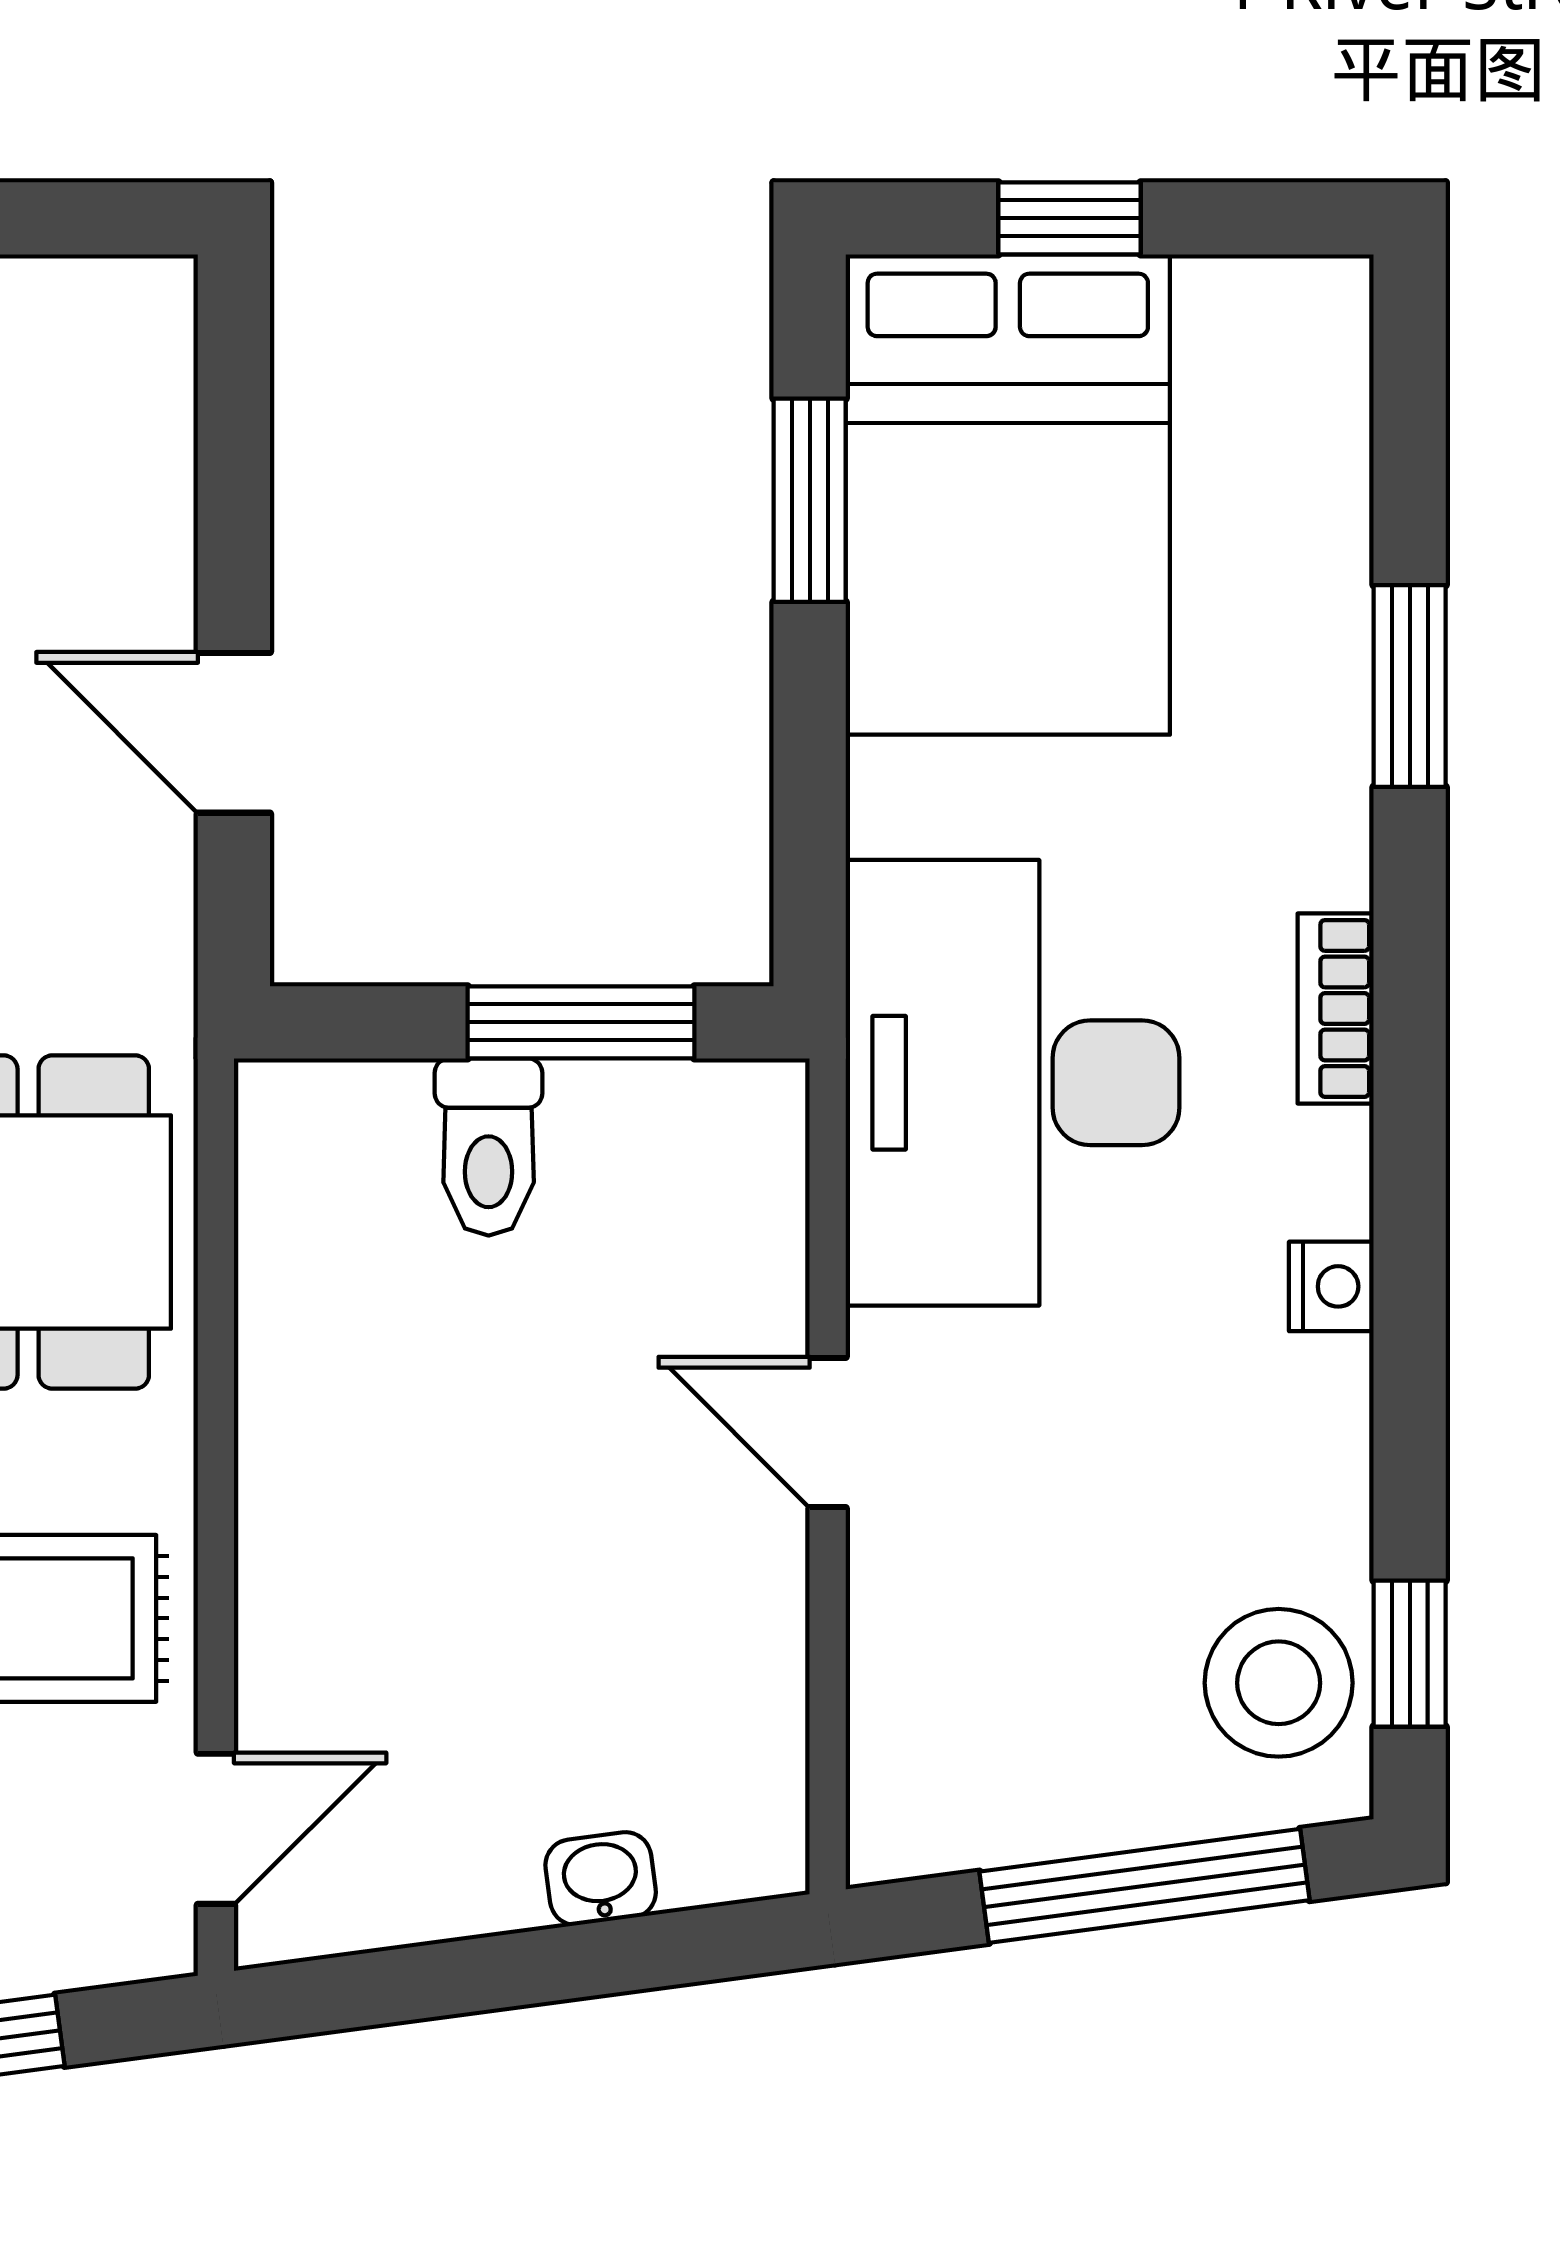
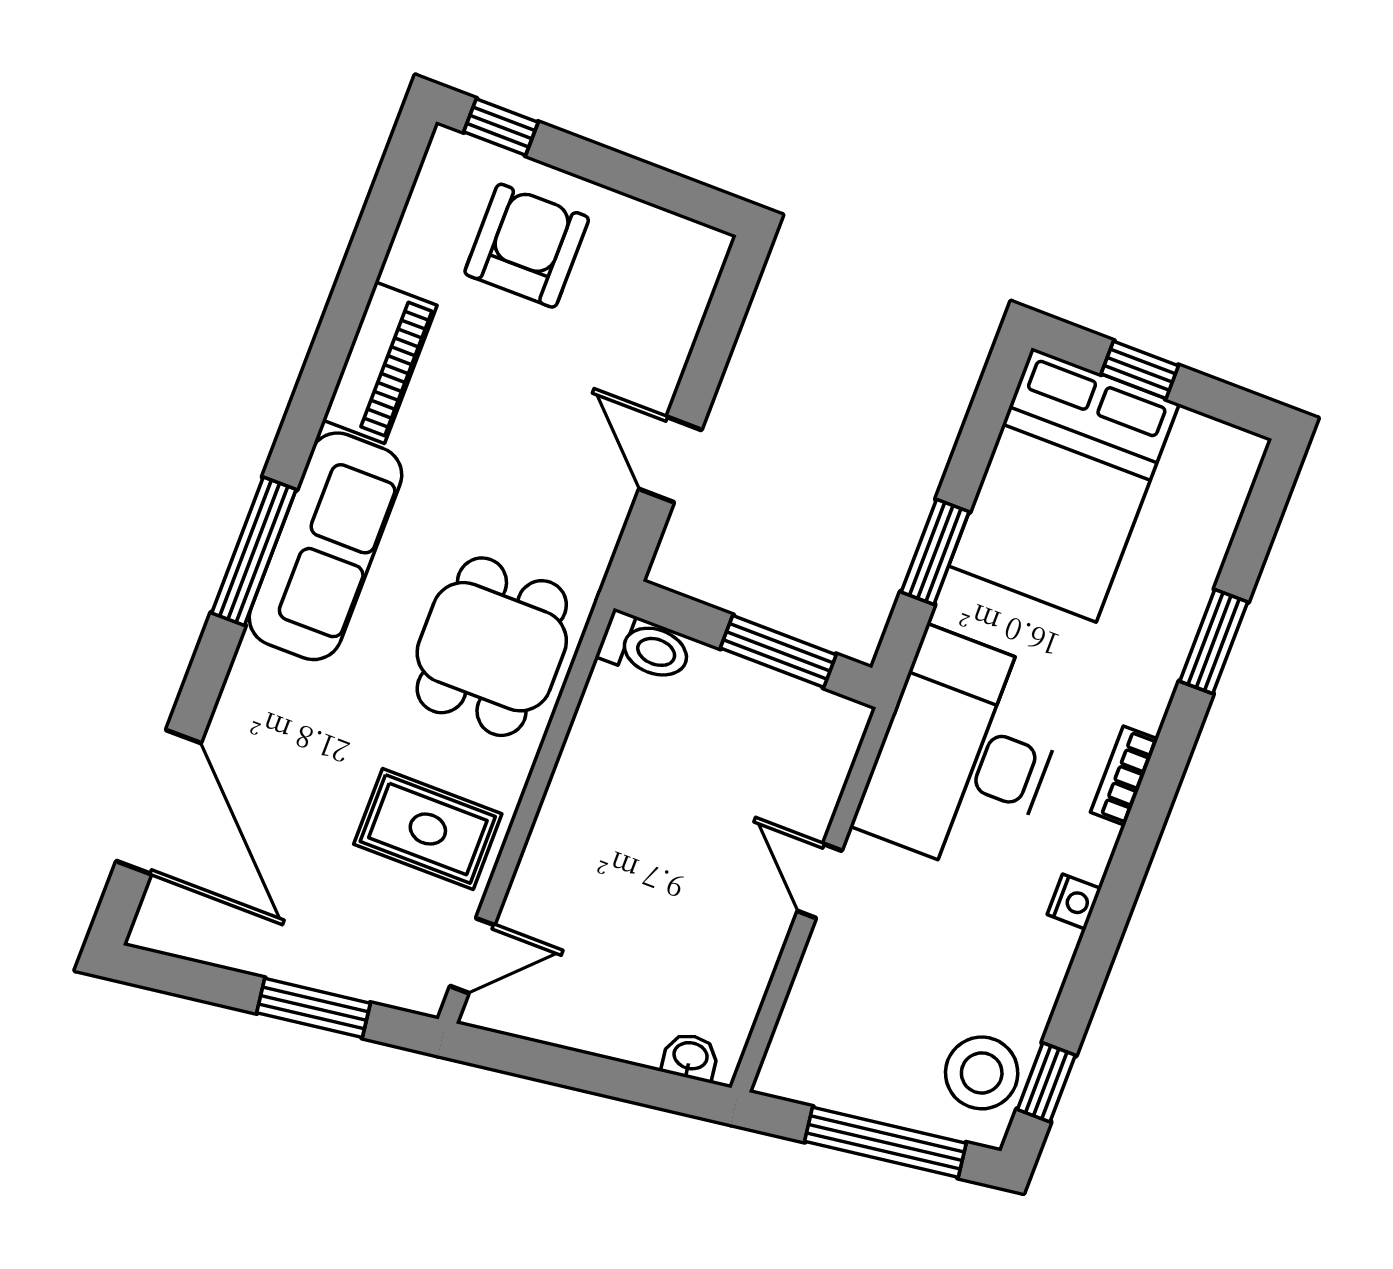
window: (810, 500) -> (935, 552), moved
toilet: (489, 1147) -> (645, 648), moved, turned -90
washbasin: (601, 1879) -> (690, 1057), moved

